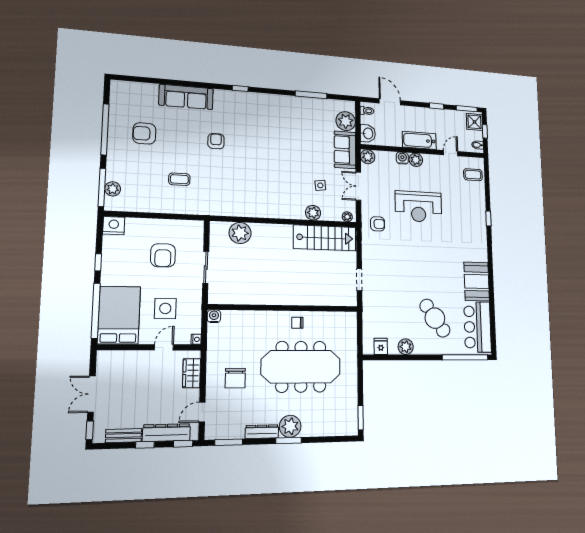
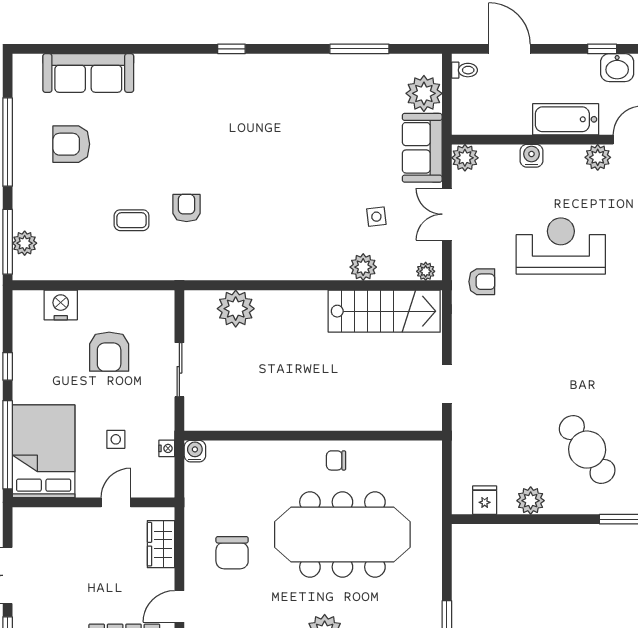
sofa: (186, 97) -> (88, 73), moved
washbasin: (368, 133) -> (617, 68), moved, turned 90
armchair: (216, 141) -> (187, 208), moved
plant: (416, 160) -> (598, 157), moved
reception desk: (418, 207) -> (561, 246), turned 180
nightstand: (114, 226) -> (61, 305), moved
side table: (165, 308) -> (116, 439), width x0.54, depth x0.54
nightstand: (196, 339) -> (167, 448), moved

